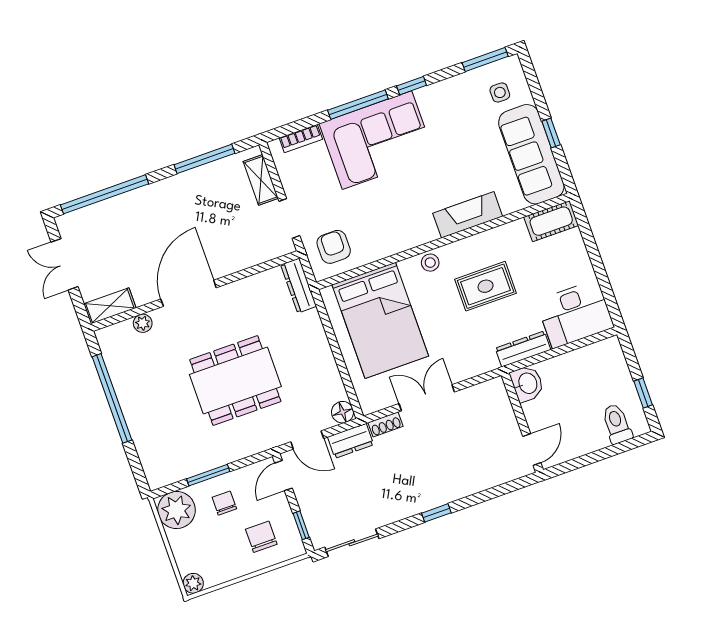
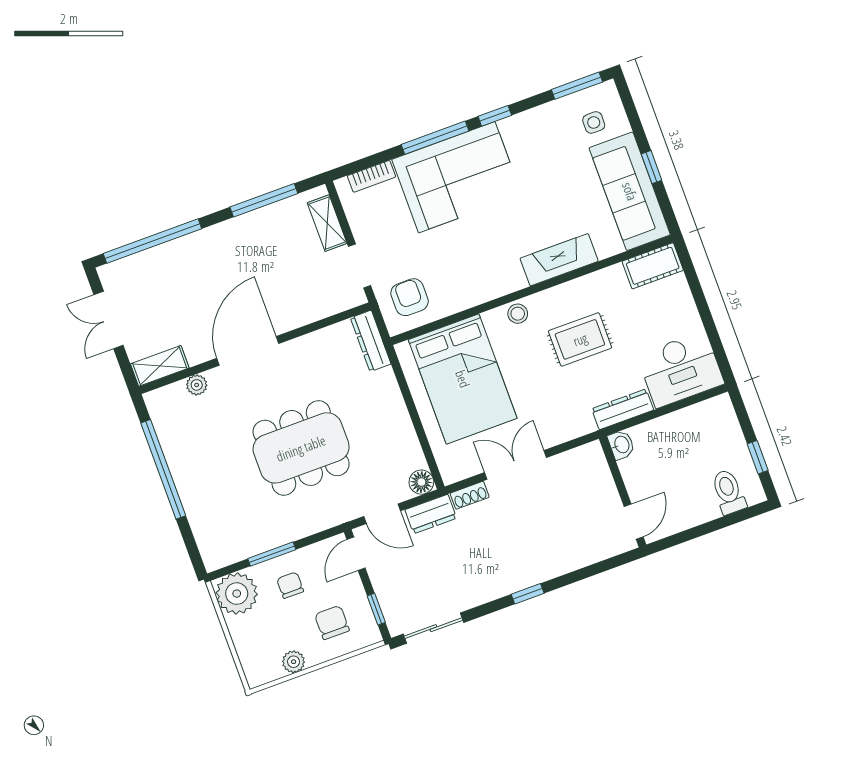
washbasin: (527, 384) -> (621, 445), width x0.72, depth x0.69
plant: (193, 583) -> (294, 662), moved

